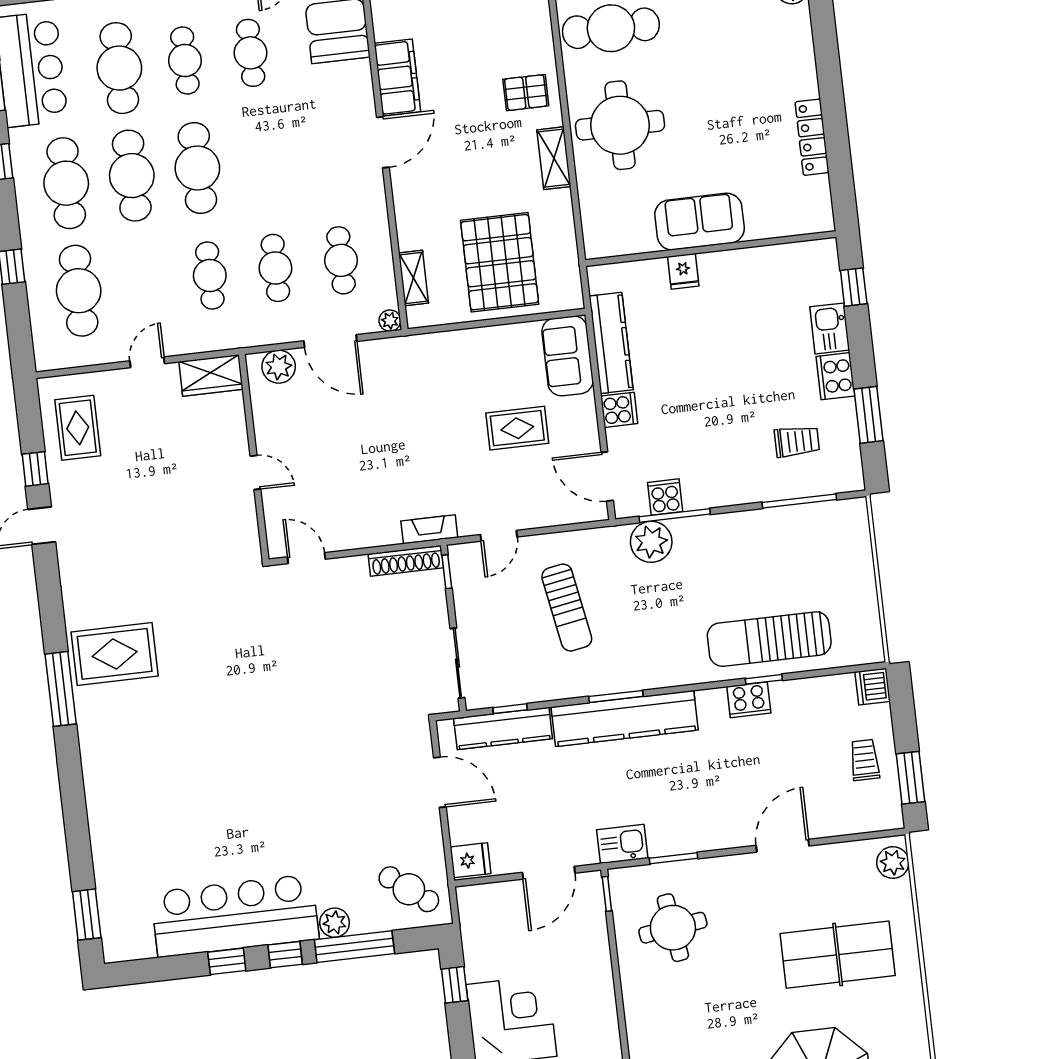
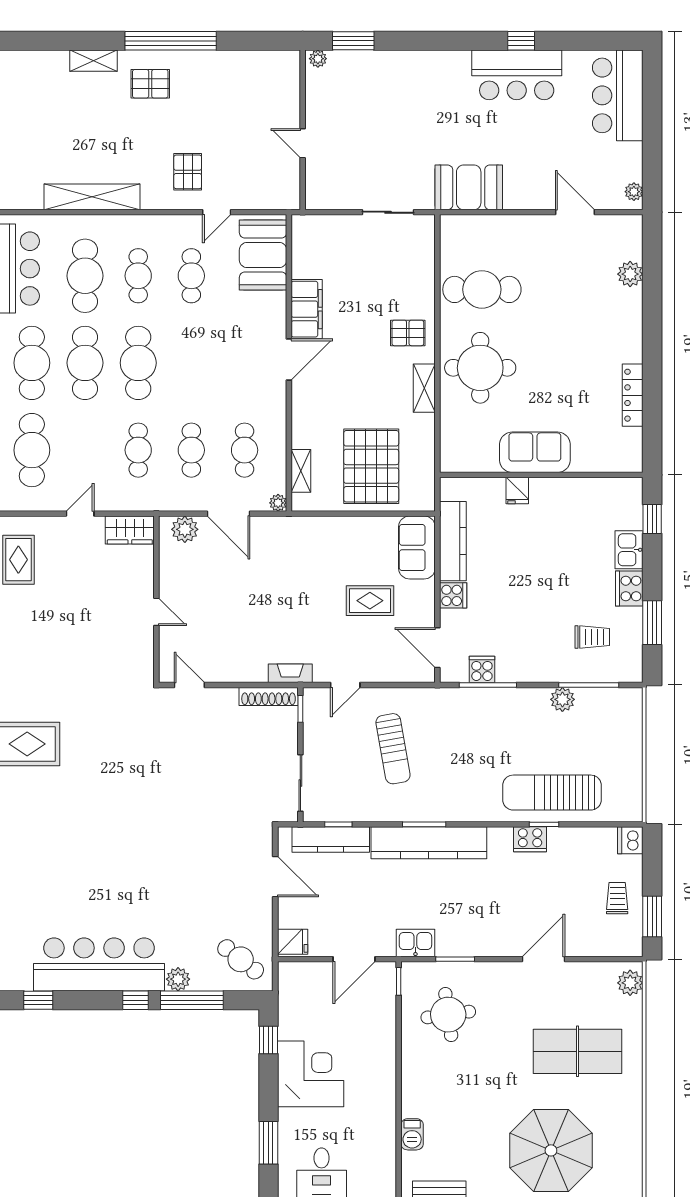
plant: (651, 542) -> (562, 699), moved, width x0.73, depth x0.73
window: (227, 961) -> (38, 1000), moved

